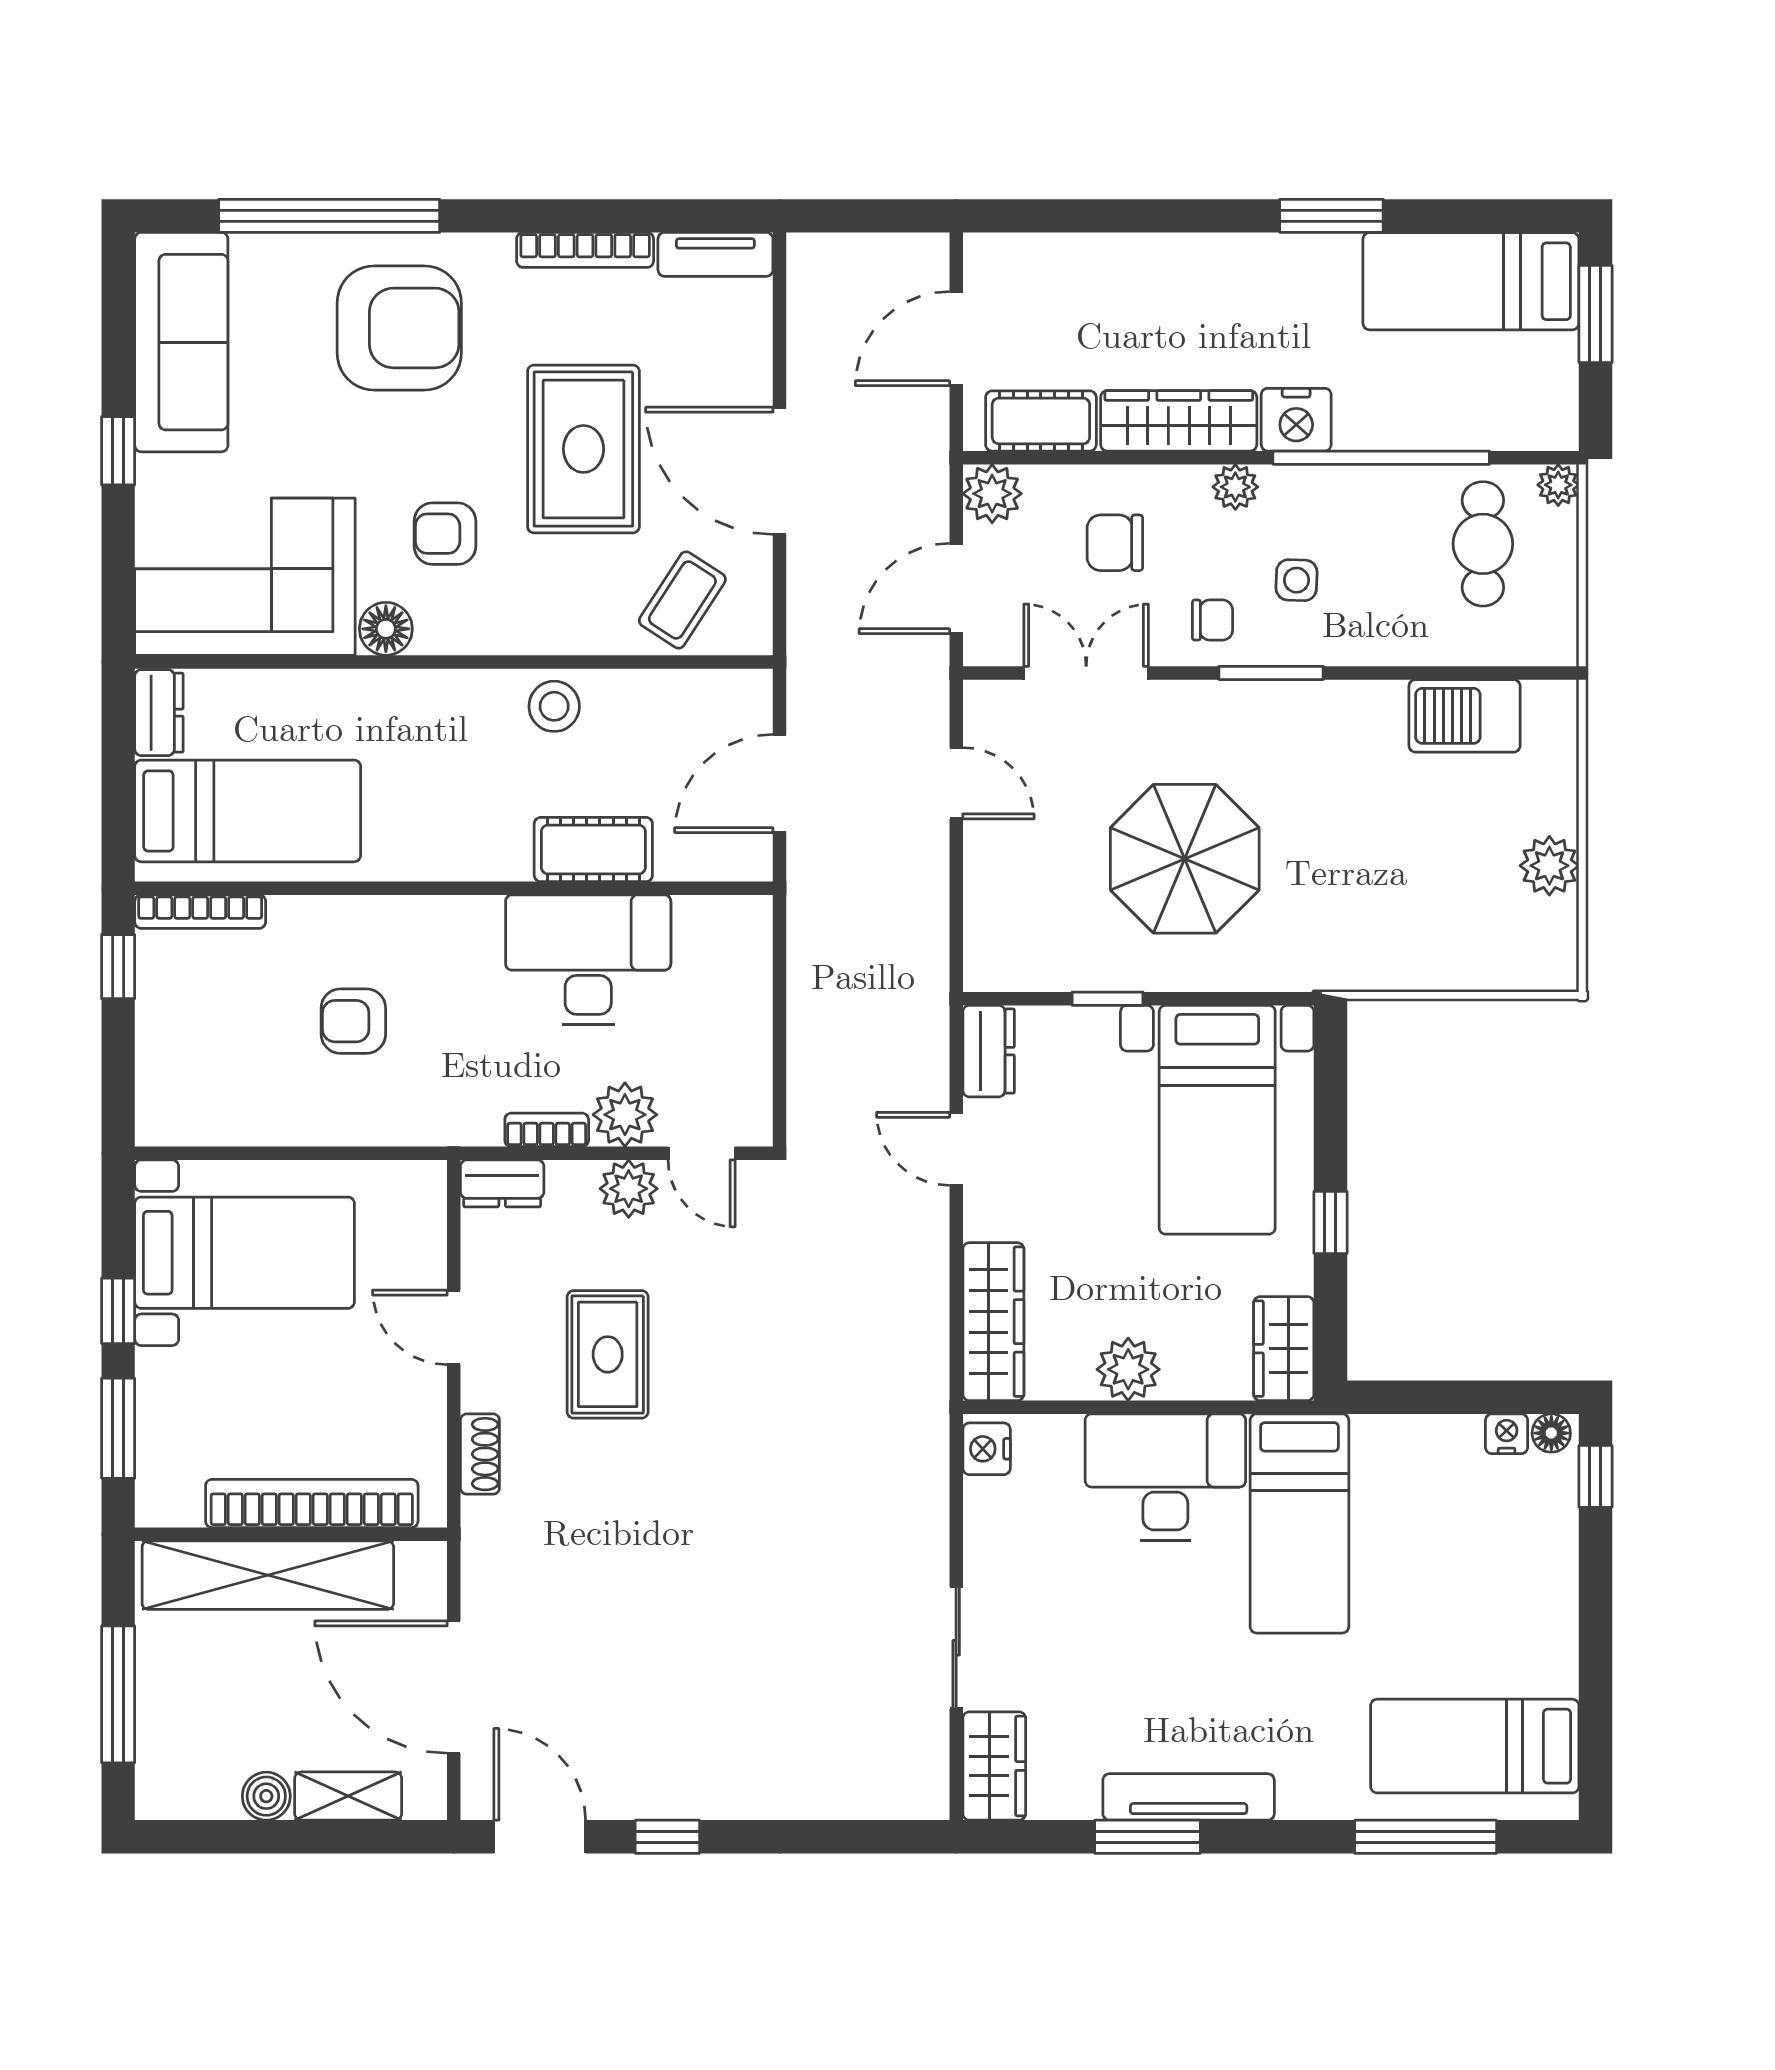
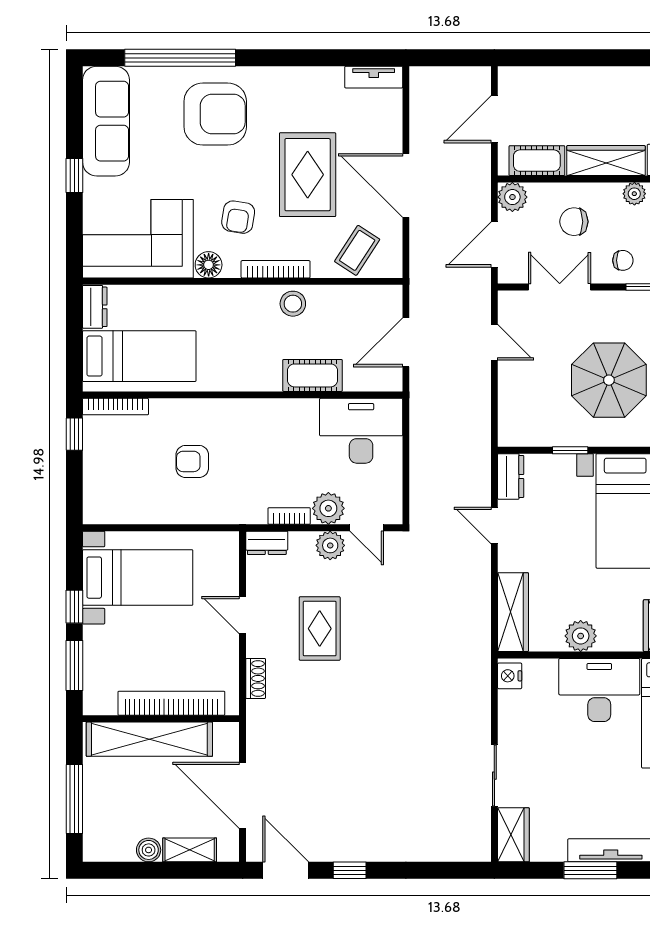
bookcase: (585, 250) -> (276, 269), moved, turned 180
armchair: (445, 534) -> (238, 217), turned -81
desk: (588, 960) -> (361, 431), moved

